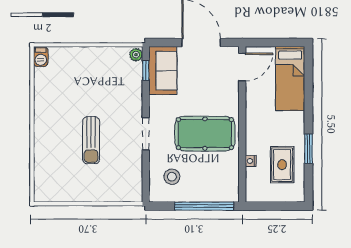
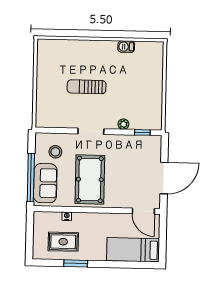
plant: (136, 55) -> (123, 124), moved
barbecue: (41, 57) -> (126, 47), moved
sofa: (163, 71) -> (45, 183), moved, turned -90

